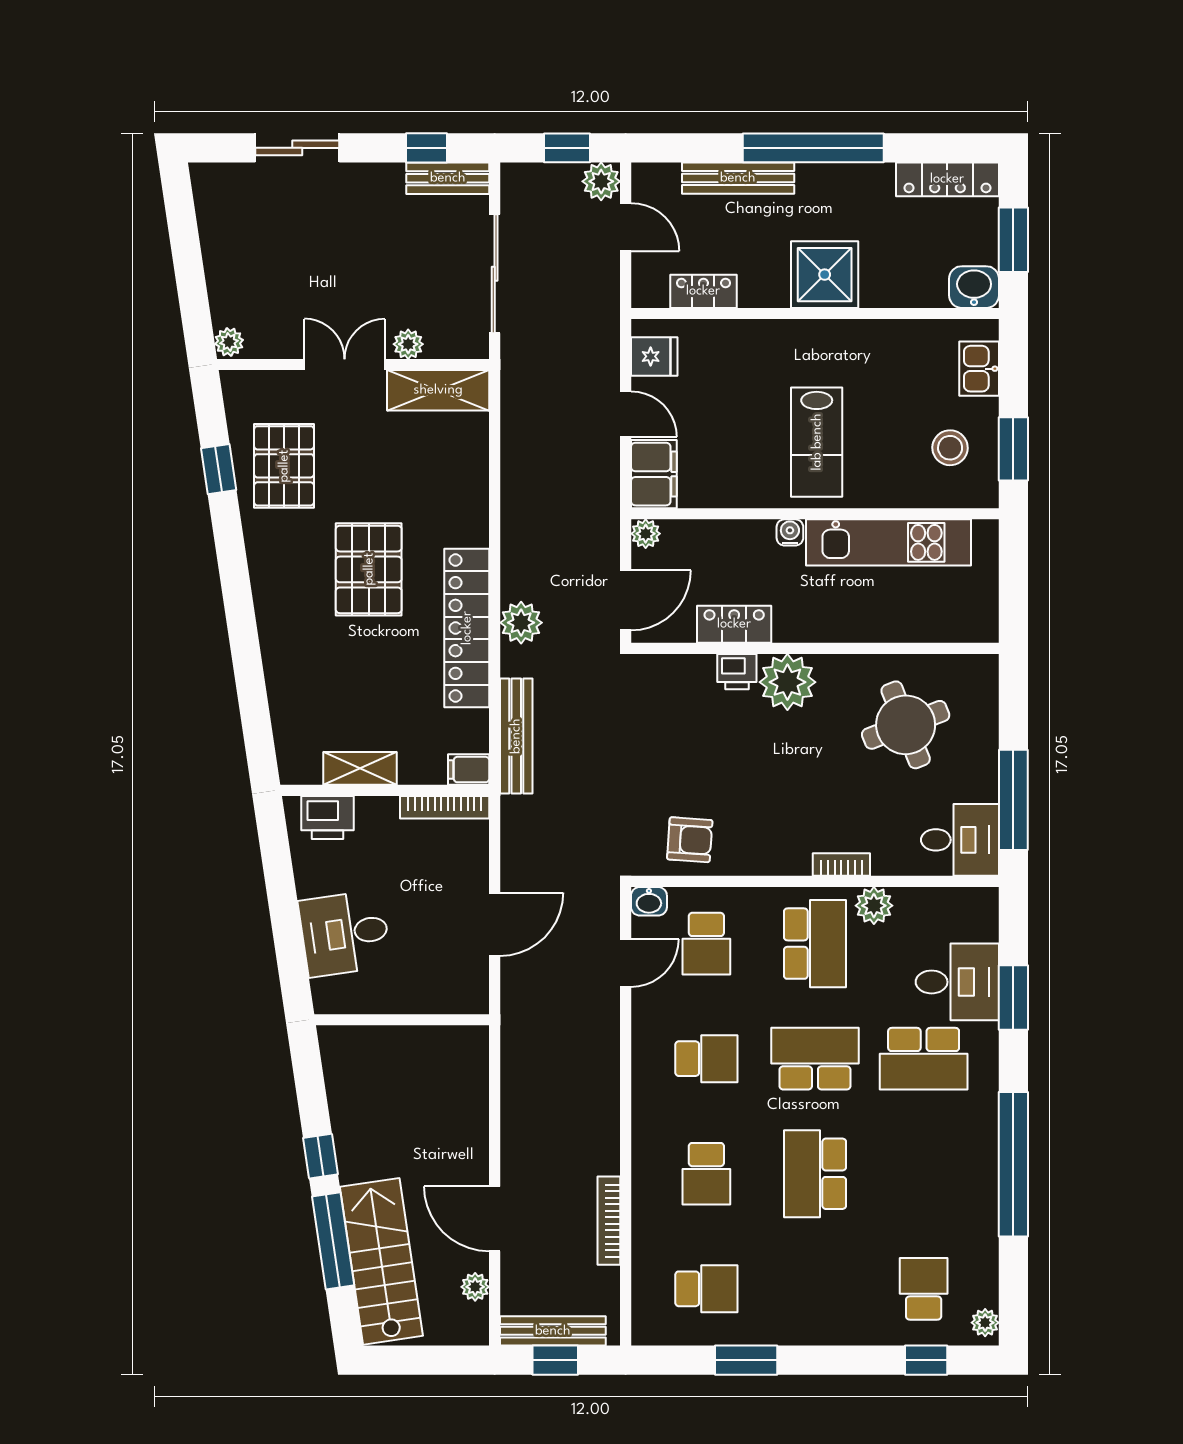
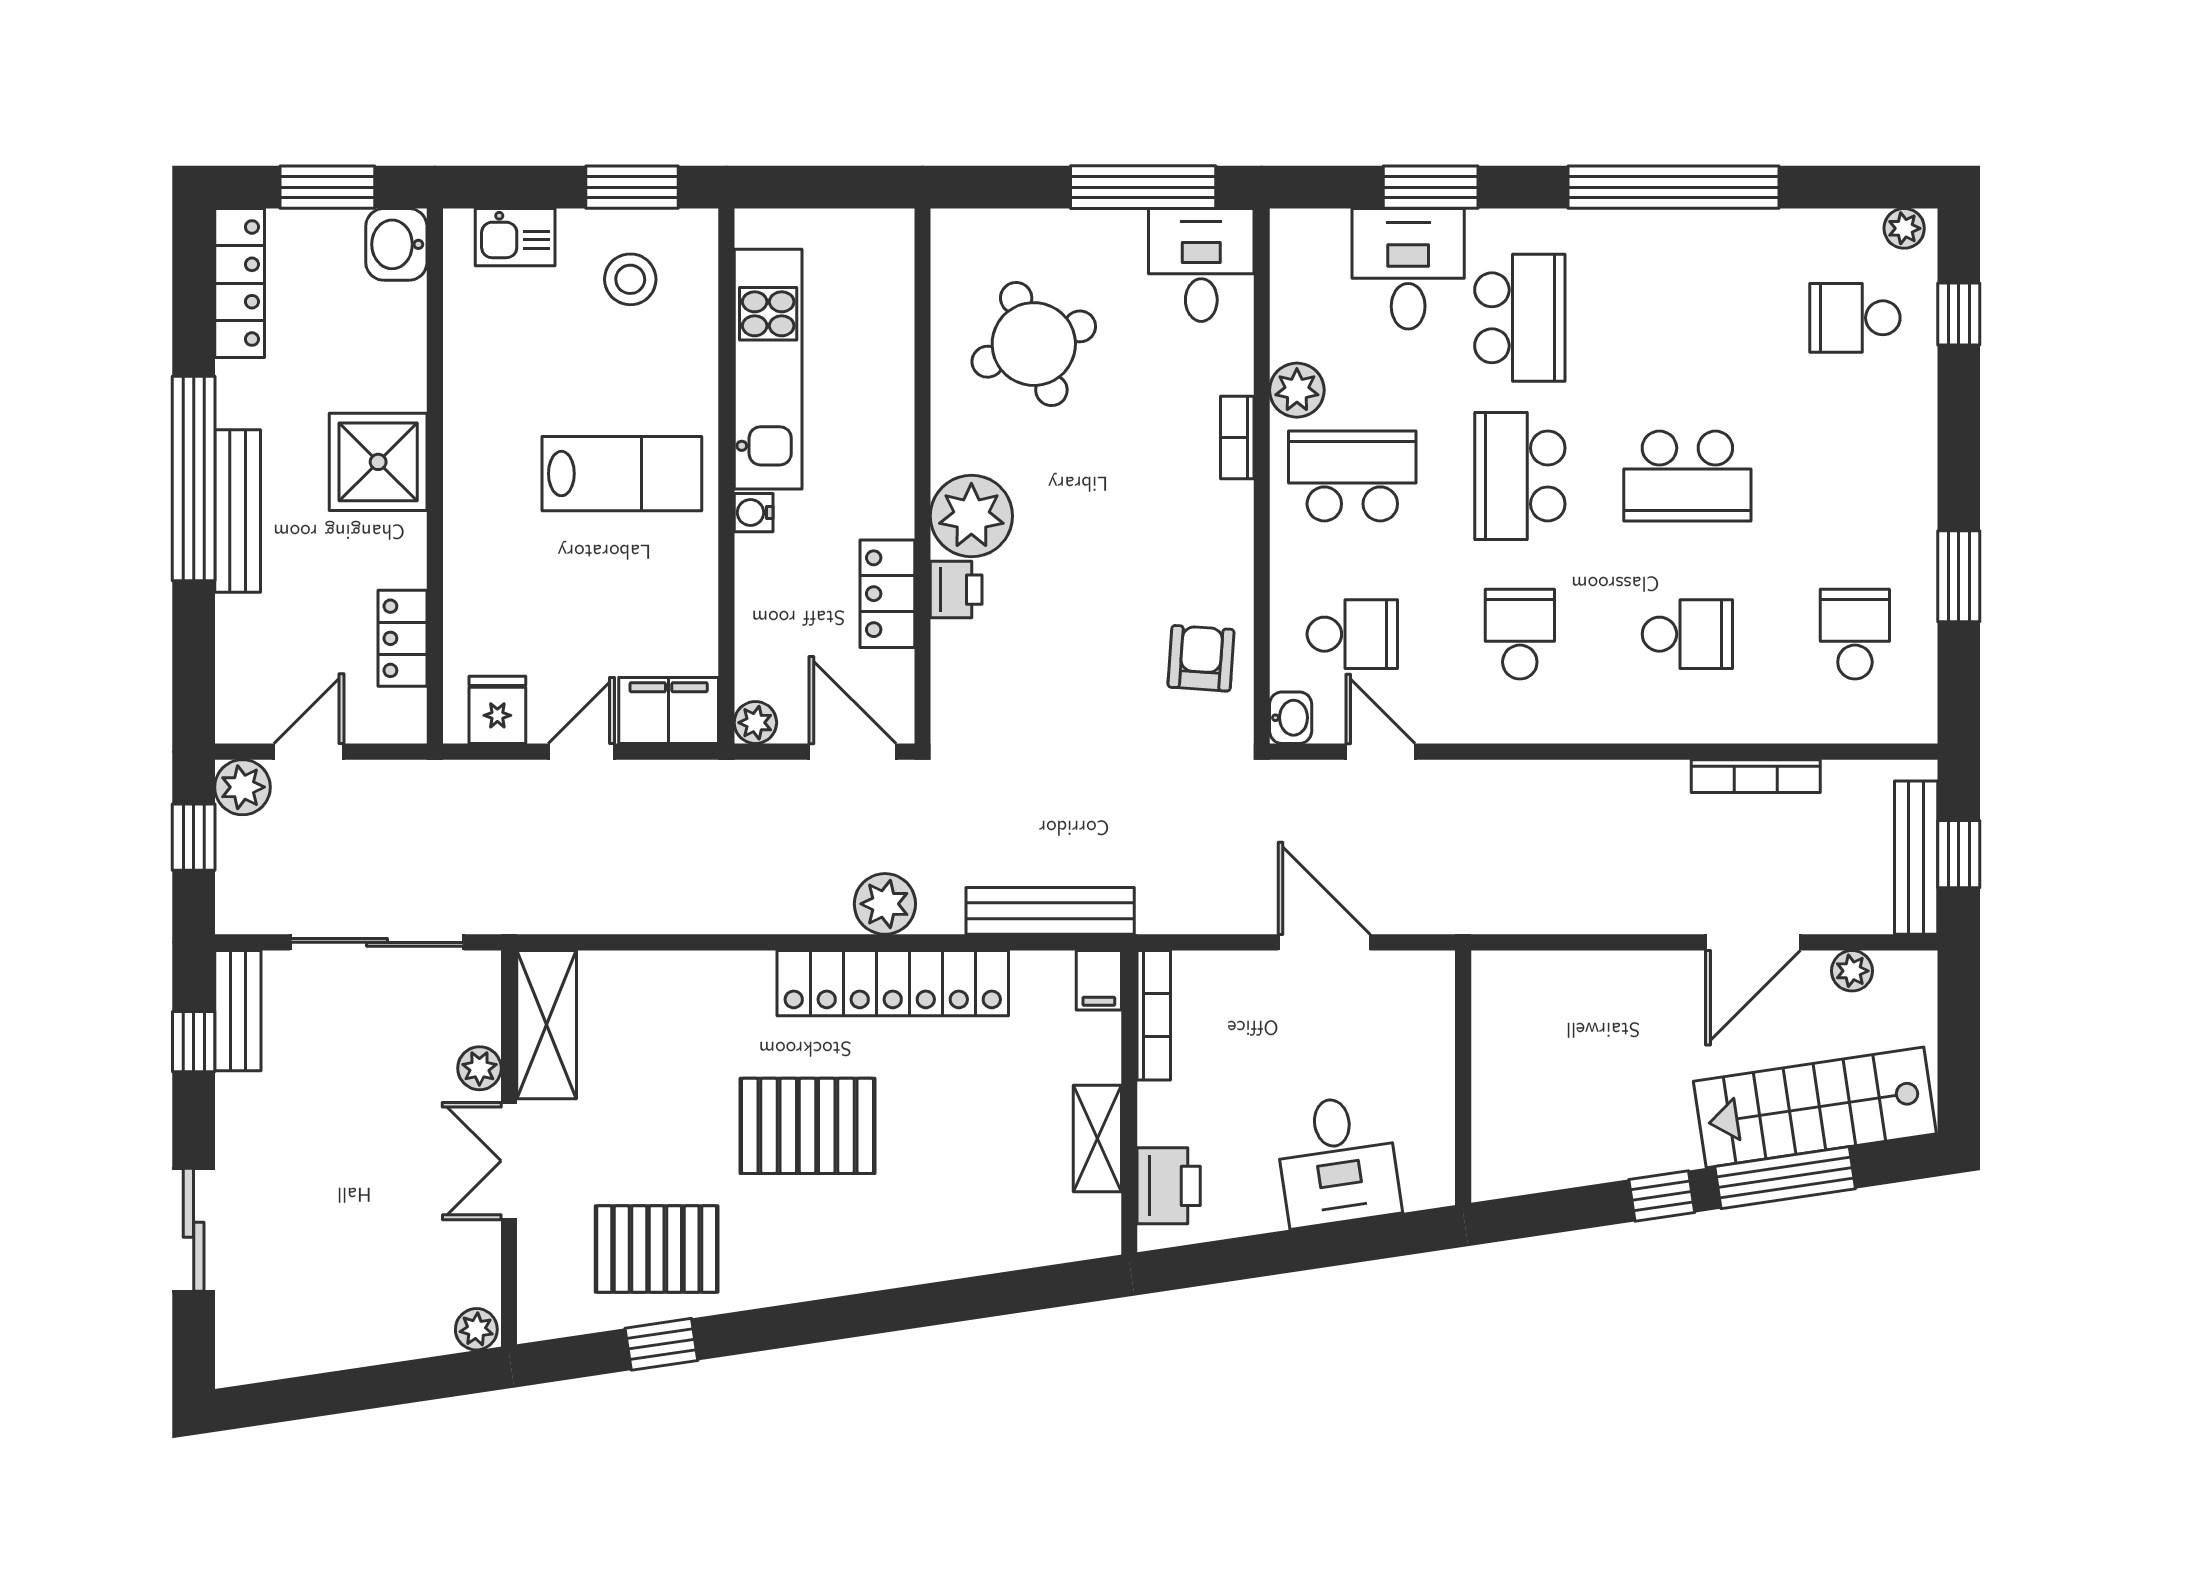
bench: (738, 178) -> (238, 511), moved

